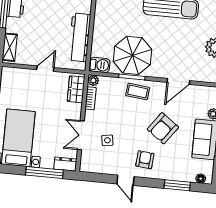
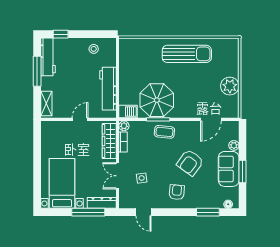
door: (178, 81) -> (211, 119), moved
wardrobe: (76, 89) -> (109, 141), width x1.50
dresser: (65, 164) -> (102, 203), width x1.44
door: (125, 180) -> (143, 212), moved

